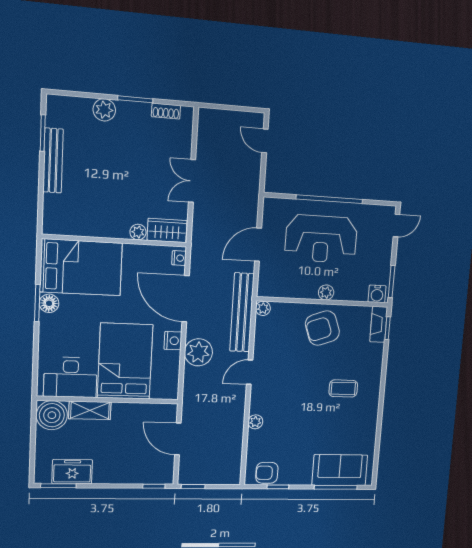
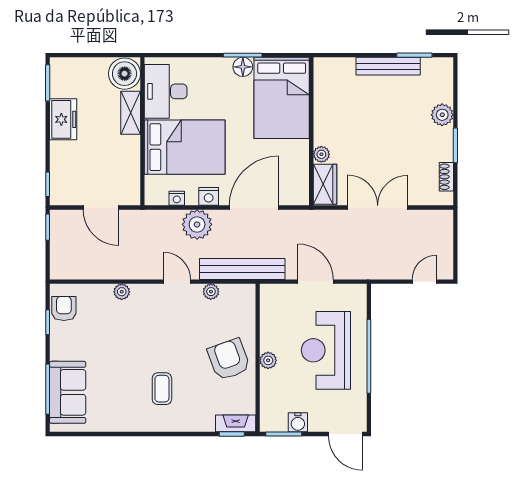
double door: (192, 181) -> (378, 207), width x1.37
door: (396, 226) -> (345, 434), width x1.37
nightstand: (179, 258) -> (177, 198), moved
water cooler: (377, 294) -> (298, 422), moved, turned -90
plant: (263, 308) -> (211, 292), moved
door: (178, 439) -> (101, 207), swing flipped
freezer: (72, 472) -> (63, 119), moved

